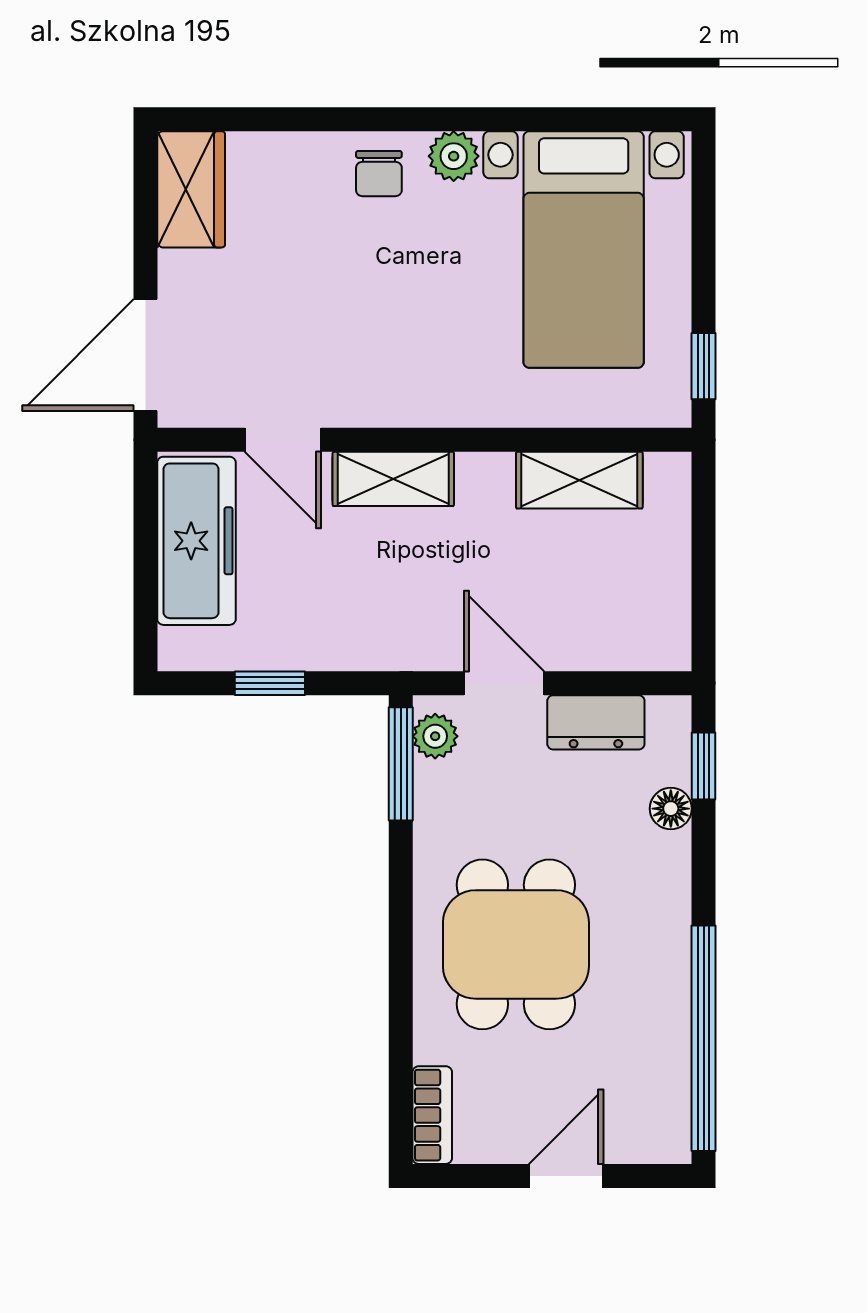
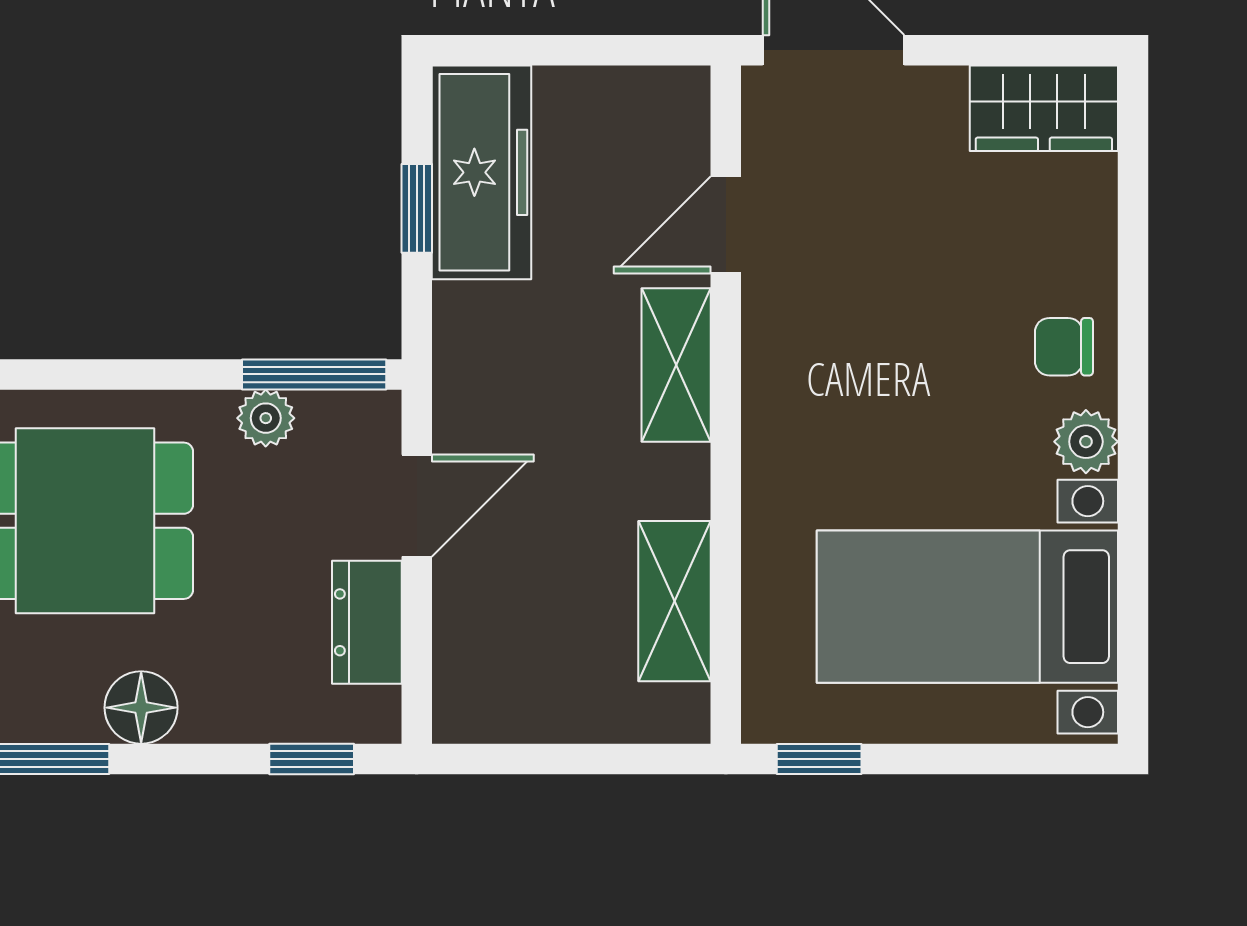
freezer: (196, 541) -> (481, 172), moved, turned -90
plant: (435, 736) -> (266, 418), moved
floor lamp: (671, 809) -> (141, 708), moved, width x1.37, depth x1.37

